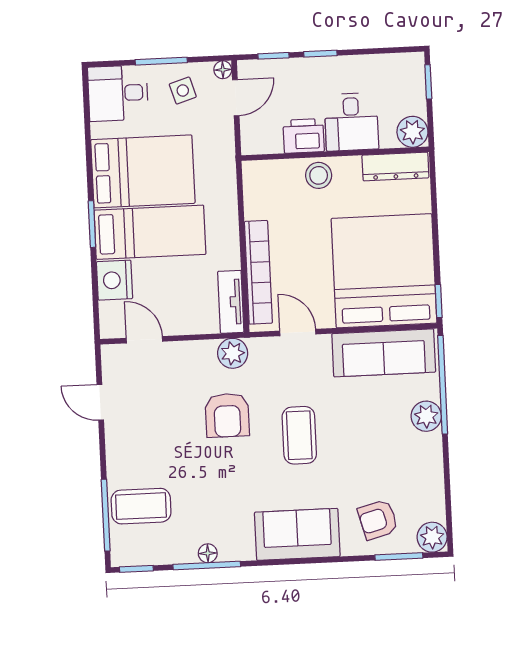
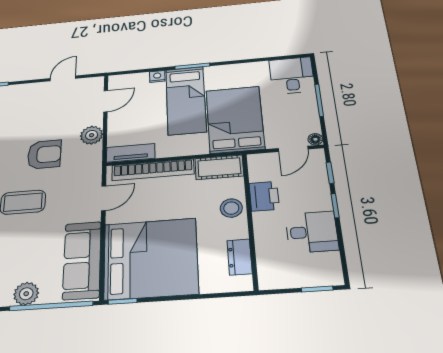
side table: (183, 91) -> (297, 115), removed
door: (236, 98) -> (293, 149), hinge flipped
desk: (351, 122) -> (312, 232), moved, turned 180
plant: (412, 132) -> (271, 277), removed
dresser: (395, 166) -> (240, 257), width x0.70
bed: (143, 171) -> (235, 119), moved, turned 180
cot: (259, 189) -> (219, 167), added
nightstand: (115, 280) -> (157, 76), width x0.53, depth x0.56
plant: (233, 353) -> (92, 135), moved
armchair: (227, 415) -> (44, 154), turned 180

